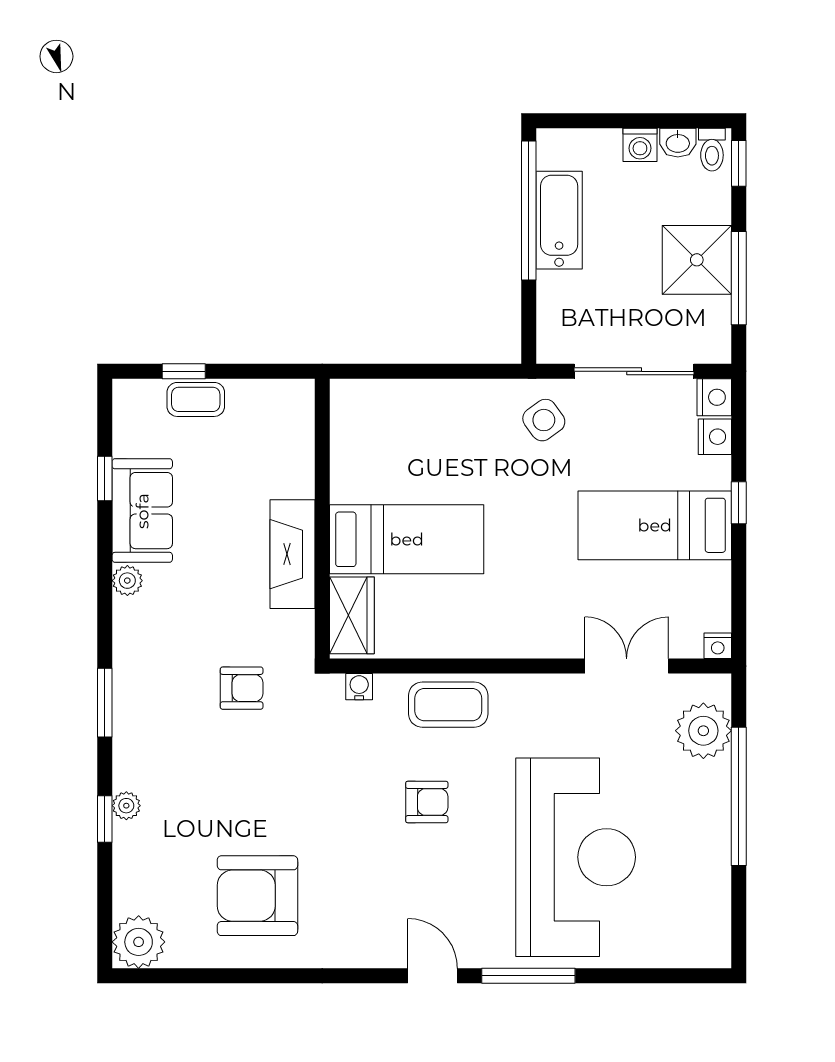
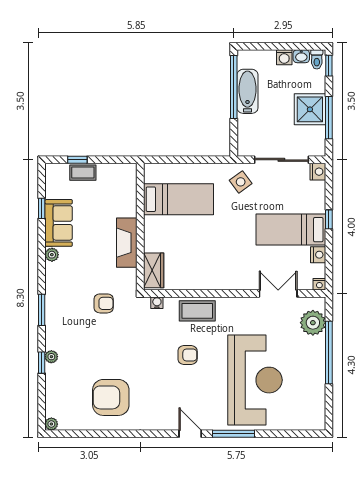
nightstand: (715, 437) -> (318, 255), moved
bed: (407, 539) -> (178, 199), moved
plant: (139, 942) -> (51, 424), width x0.53, depth x0.53

